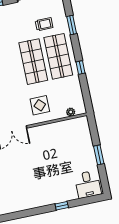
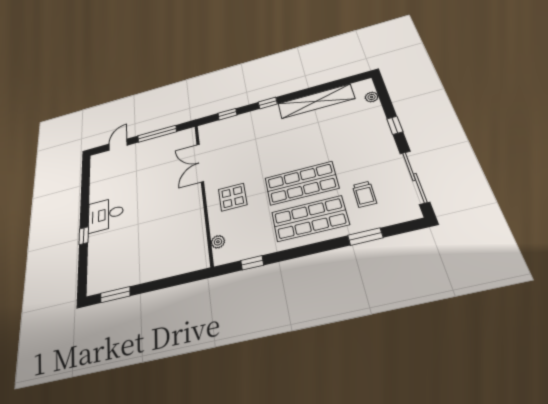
window: (80, 68) -> (252, 263), moved
window: (99, 155) -> (115, 295), moved
desk: (88, 184) -> (106, 214), moved

